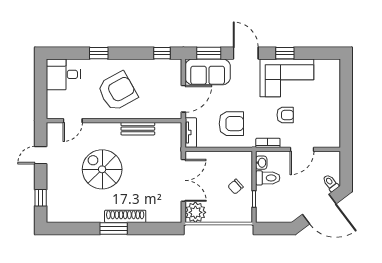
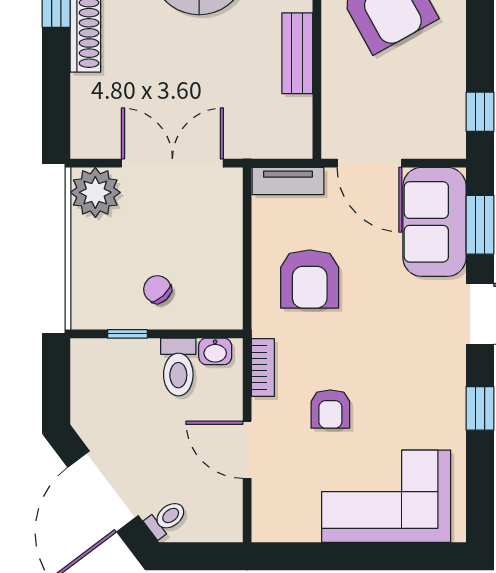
corner sofa: (287, 78) -> (386, 496), moved, turned 90
double door: (183, 180) -> (172, 163), swing flipped

